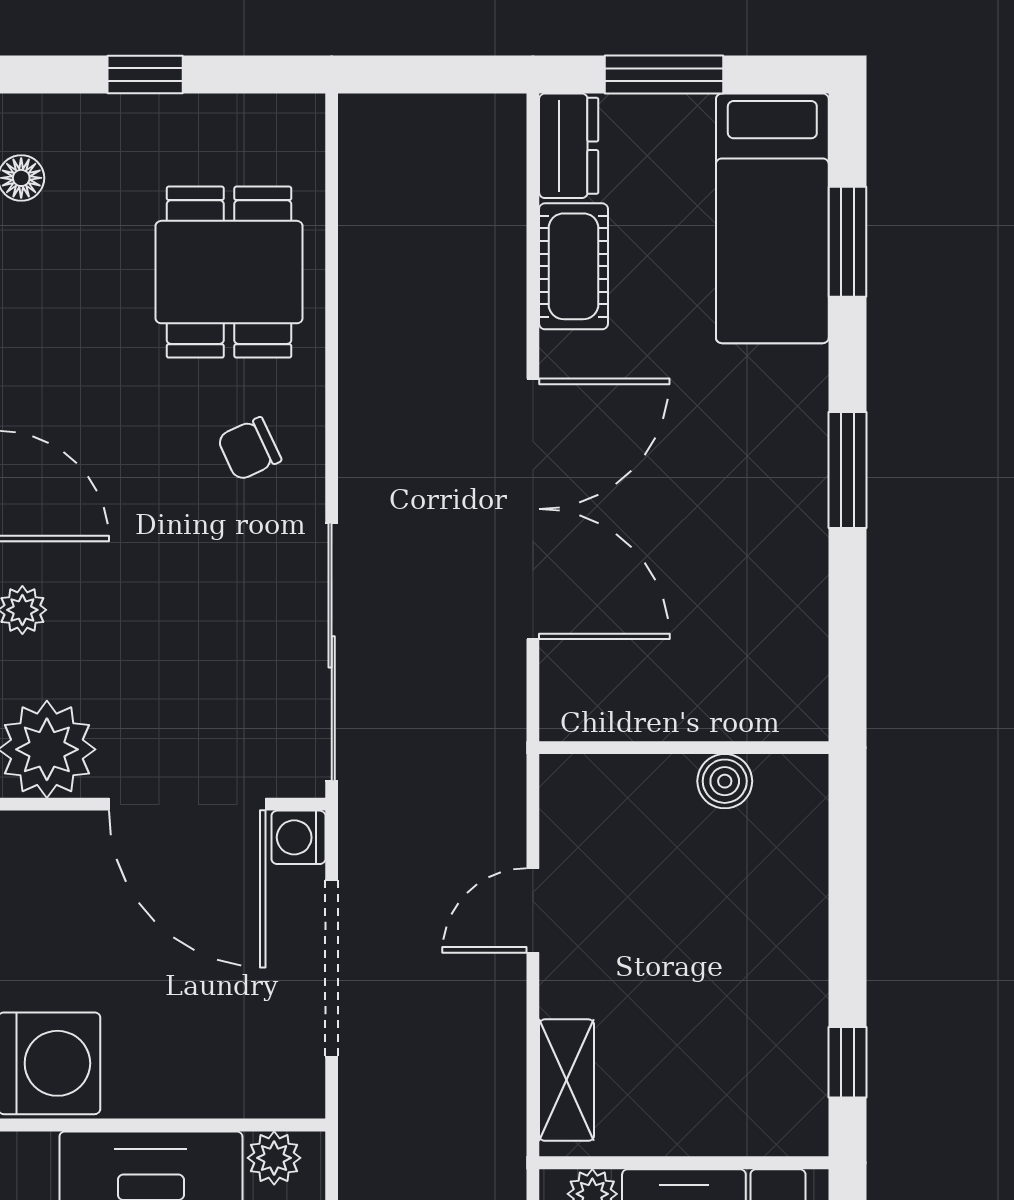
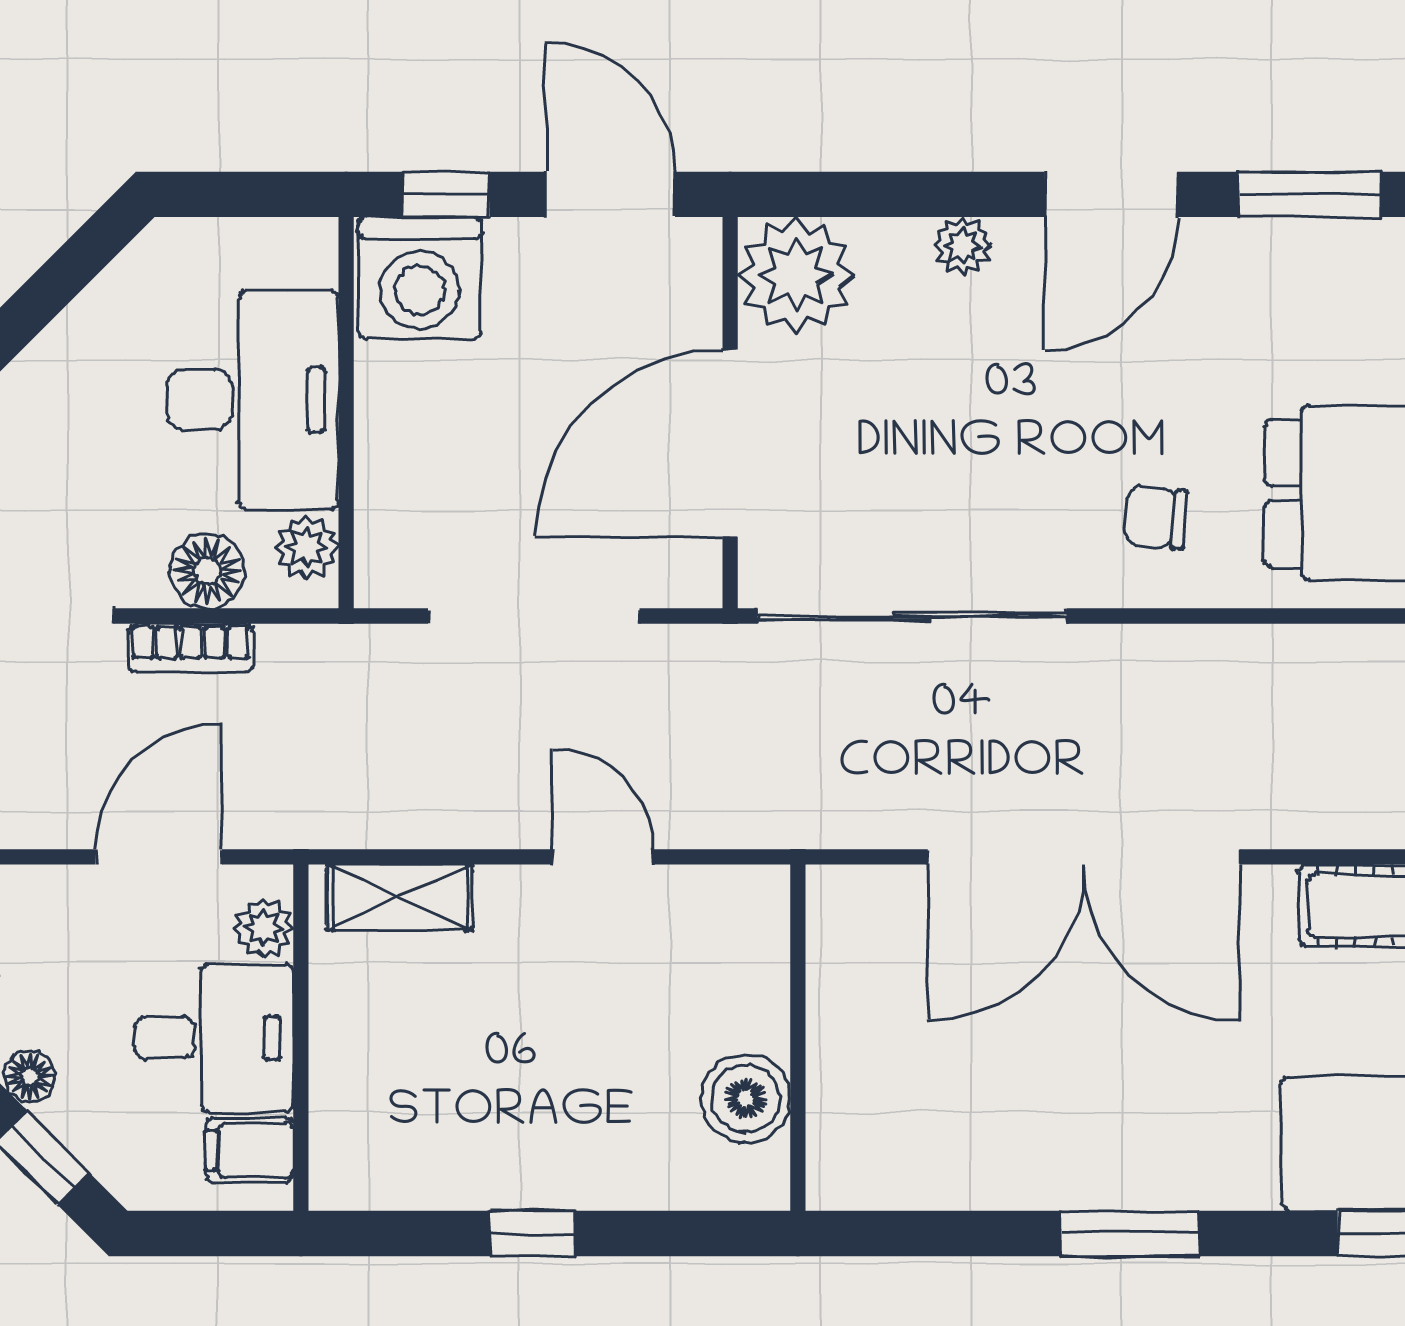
chair: (249, 449) -> (1155, 517), turned -60
boiler: (725, 781) -> (746, 1098), width x1.36, depth x1.36
washing machine: (298, 837) -> (690, 576), removed
window: (847, 1062) -> (533, 1233), moved

